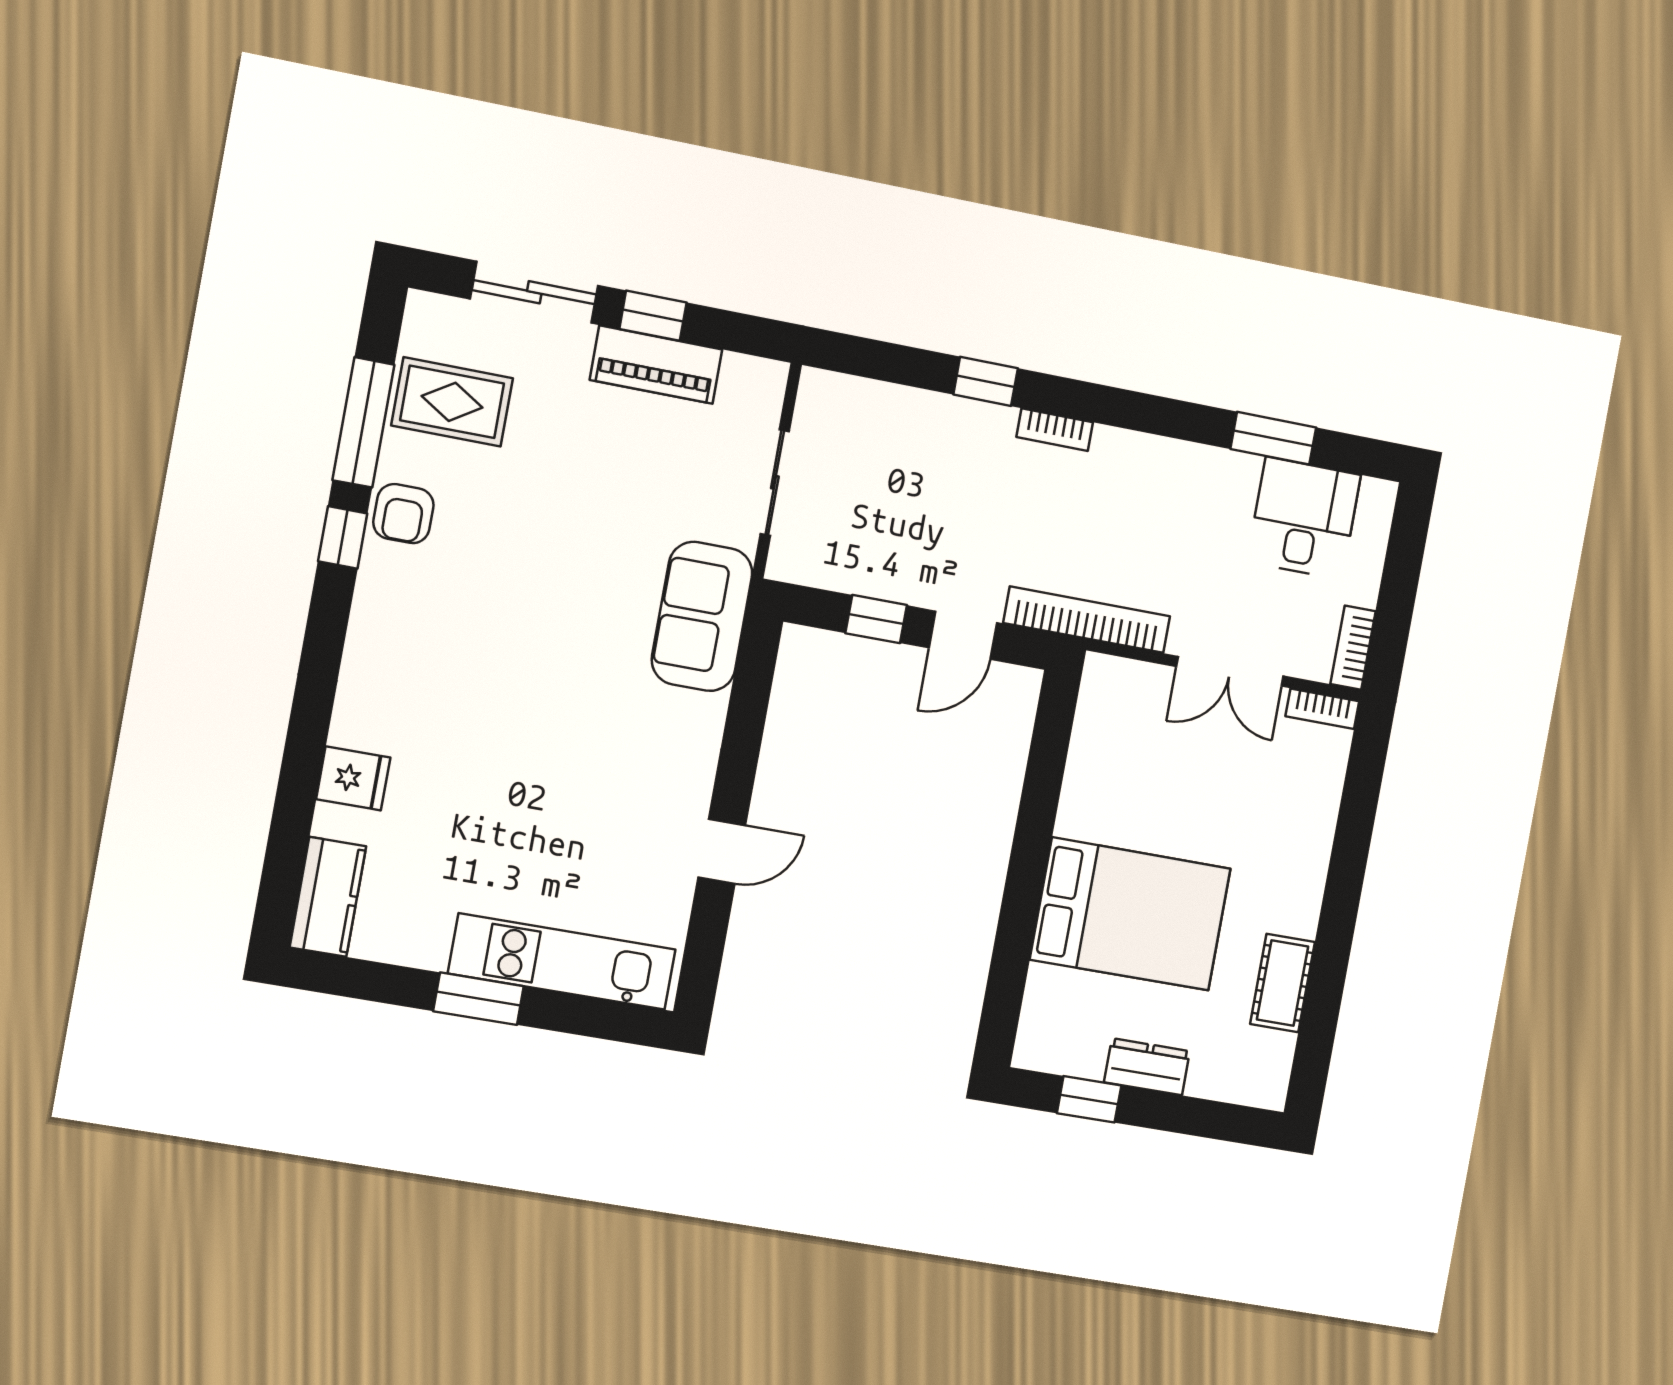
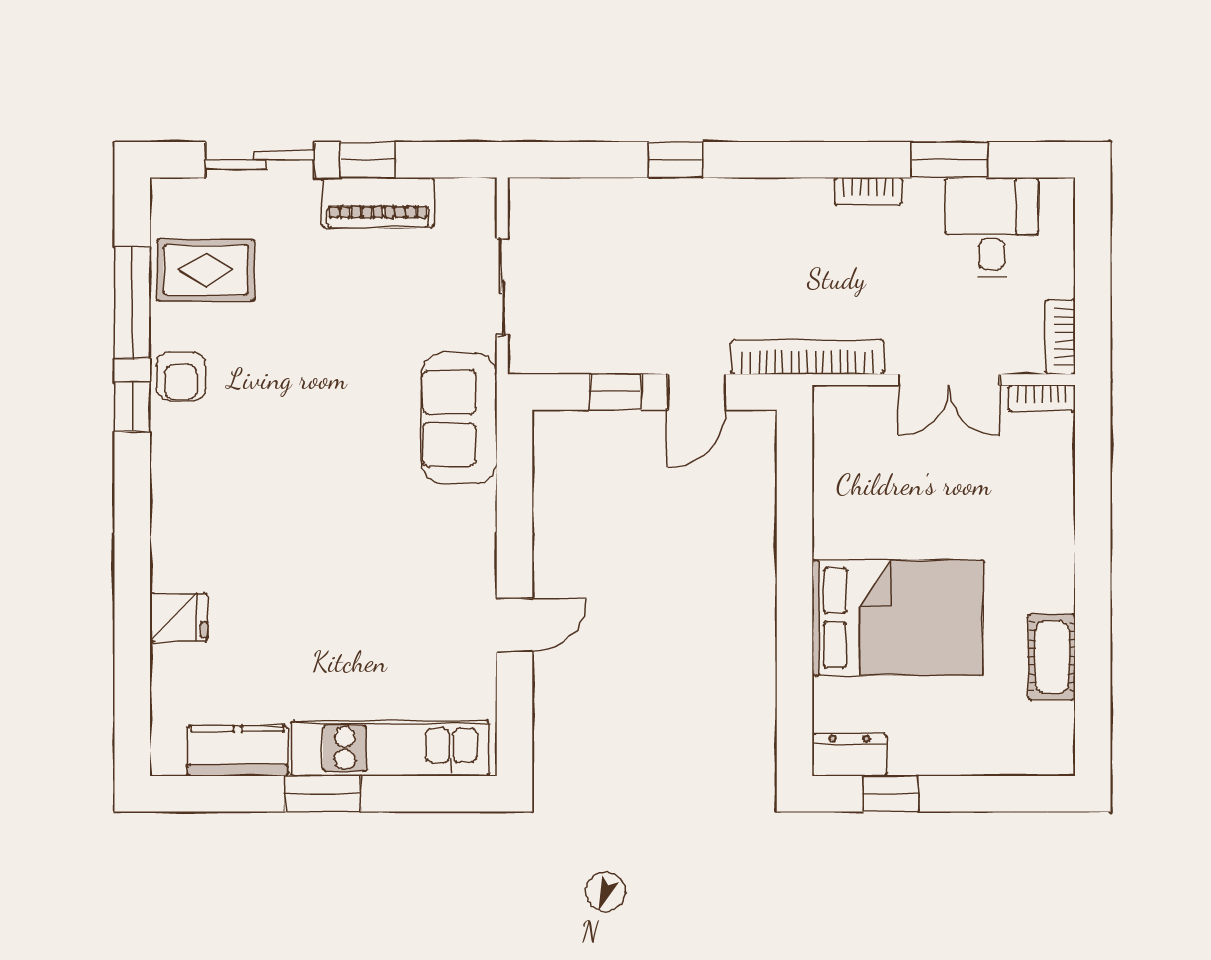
bookcase: (1055, 430) -> (868, 191), moved
kitchen counter: (328, 897) -> (238, 751), moved, turned -90
dresser: (1147, 1067) -> (849, 755), moved

